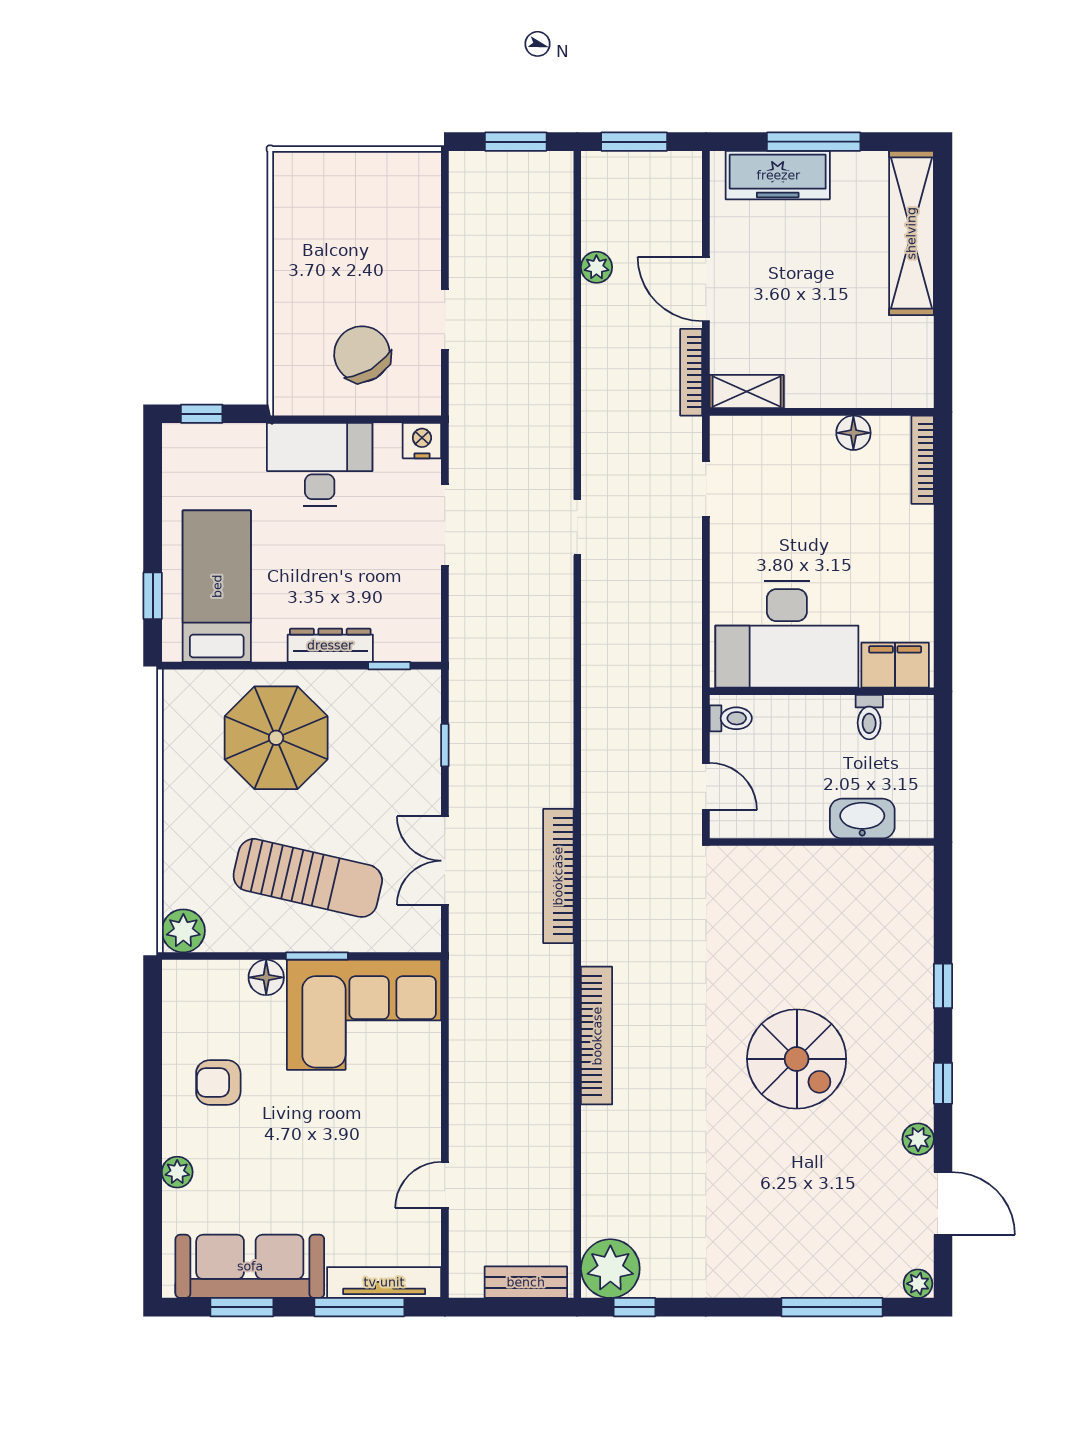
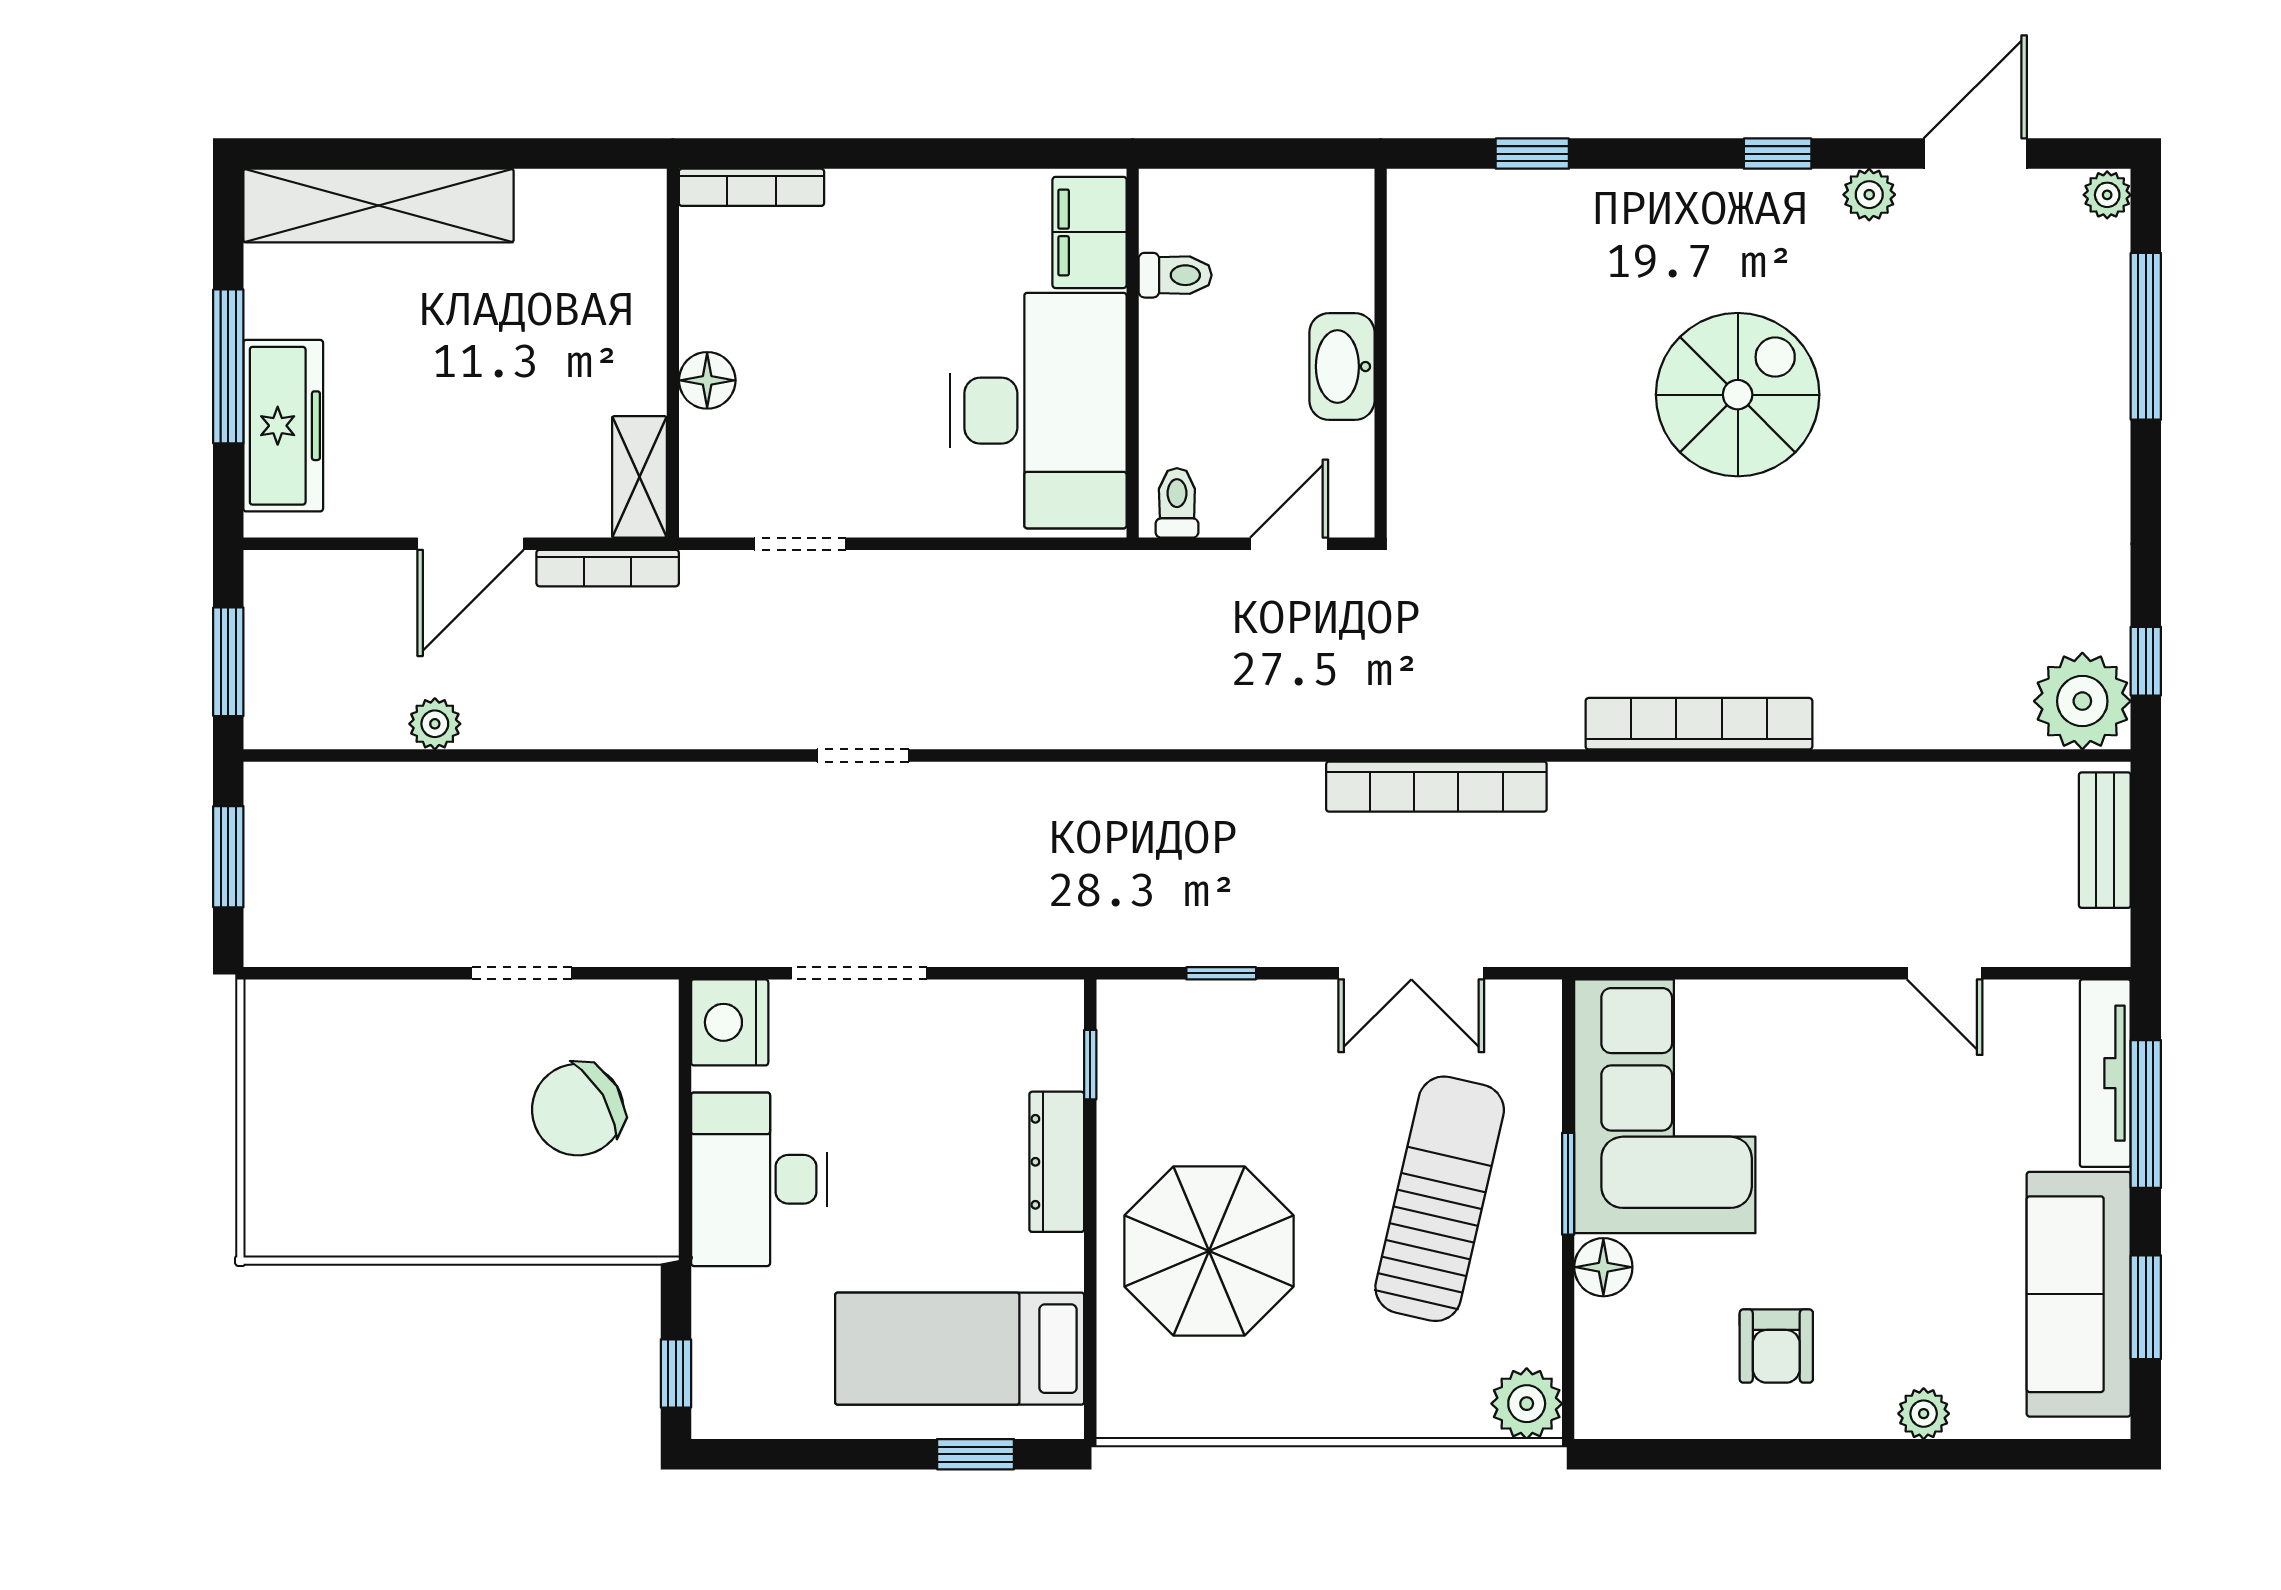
floor lamp: (853, 433) -> (707, 380), moved
nightstand: (422, 441) -> (730, 1022), width x1.36, depth x1.33
washbasin: (862, 819) -> (1342, 367), moved
window: (943, 986) -> (1532, 154), moved

